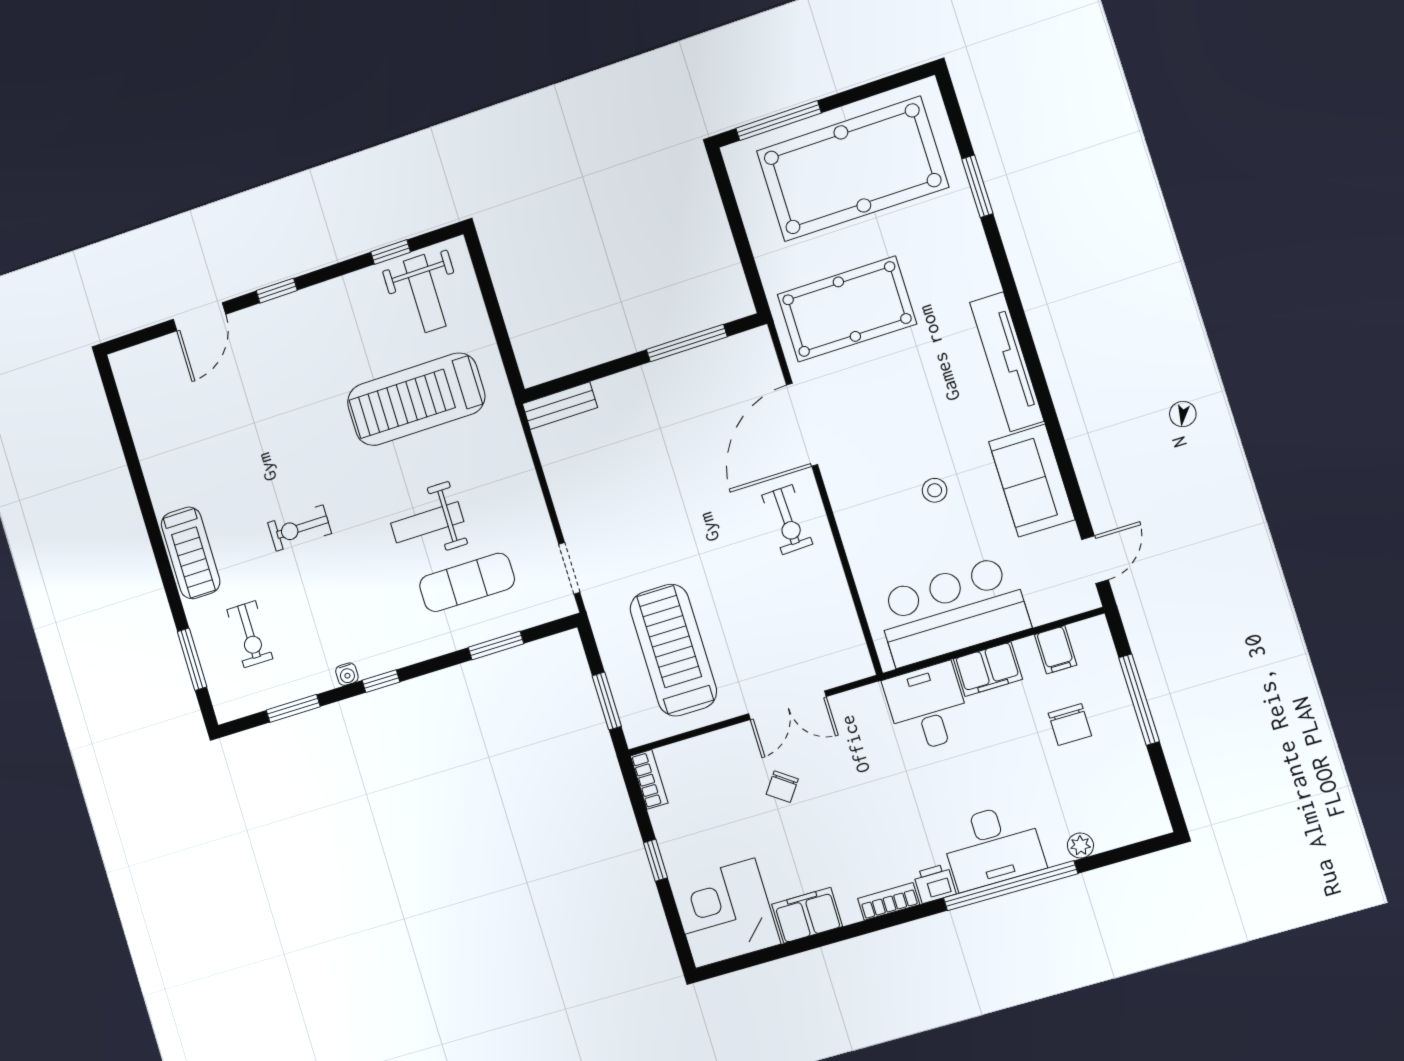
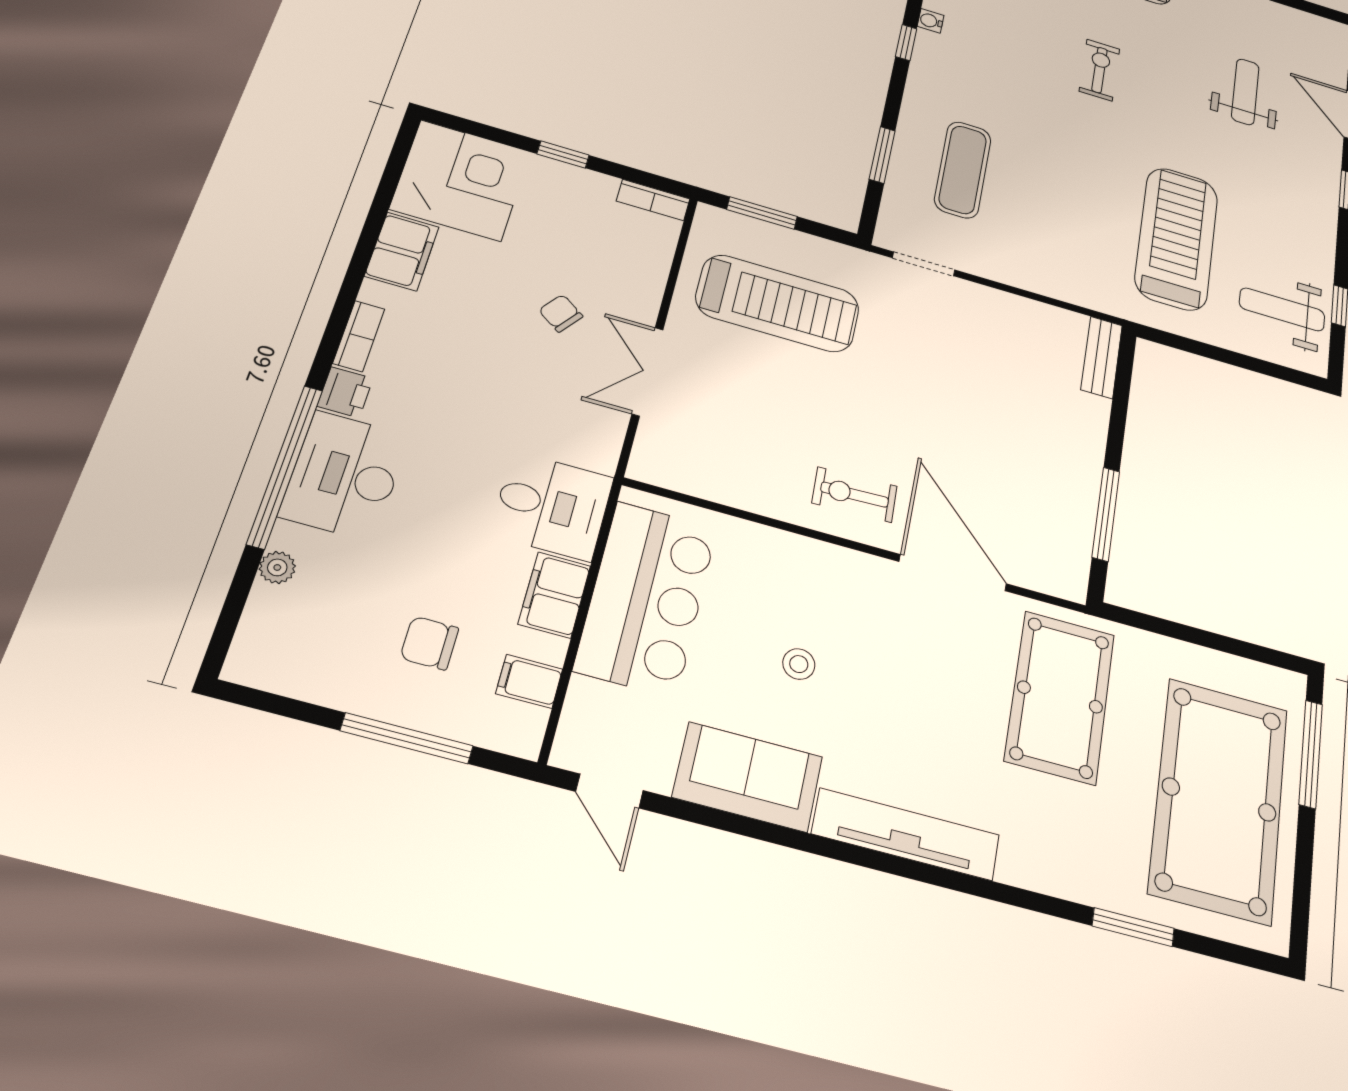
weight bench: (427, 522) -> (1245, 92), moved

